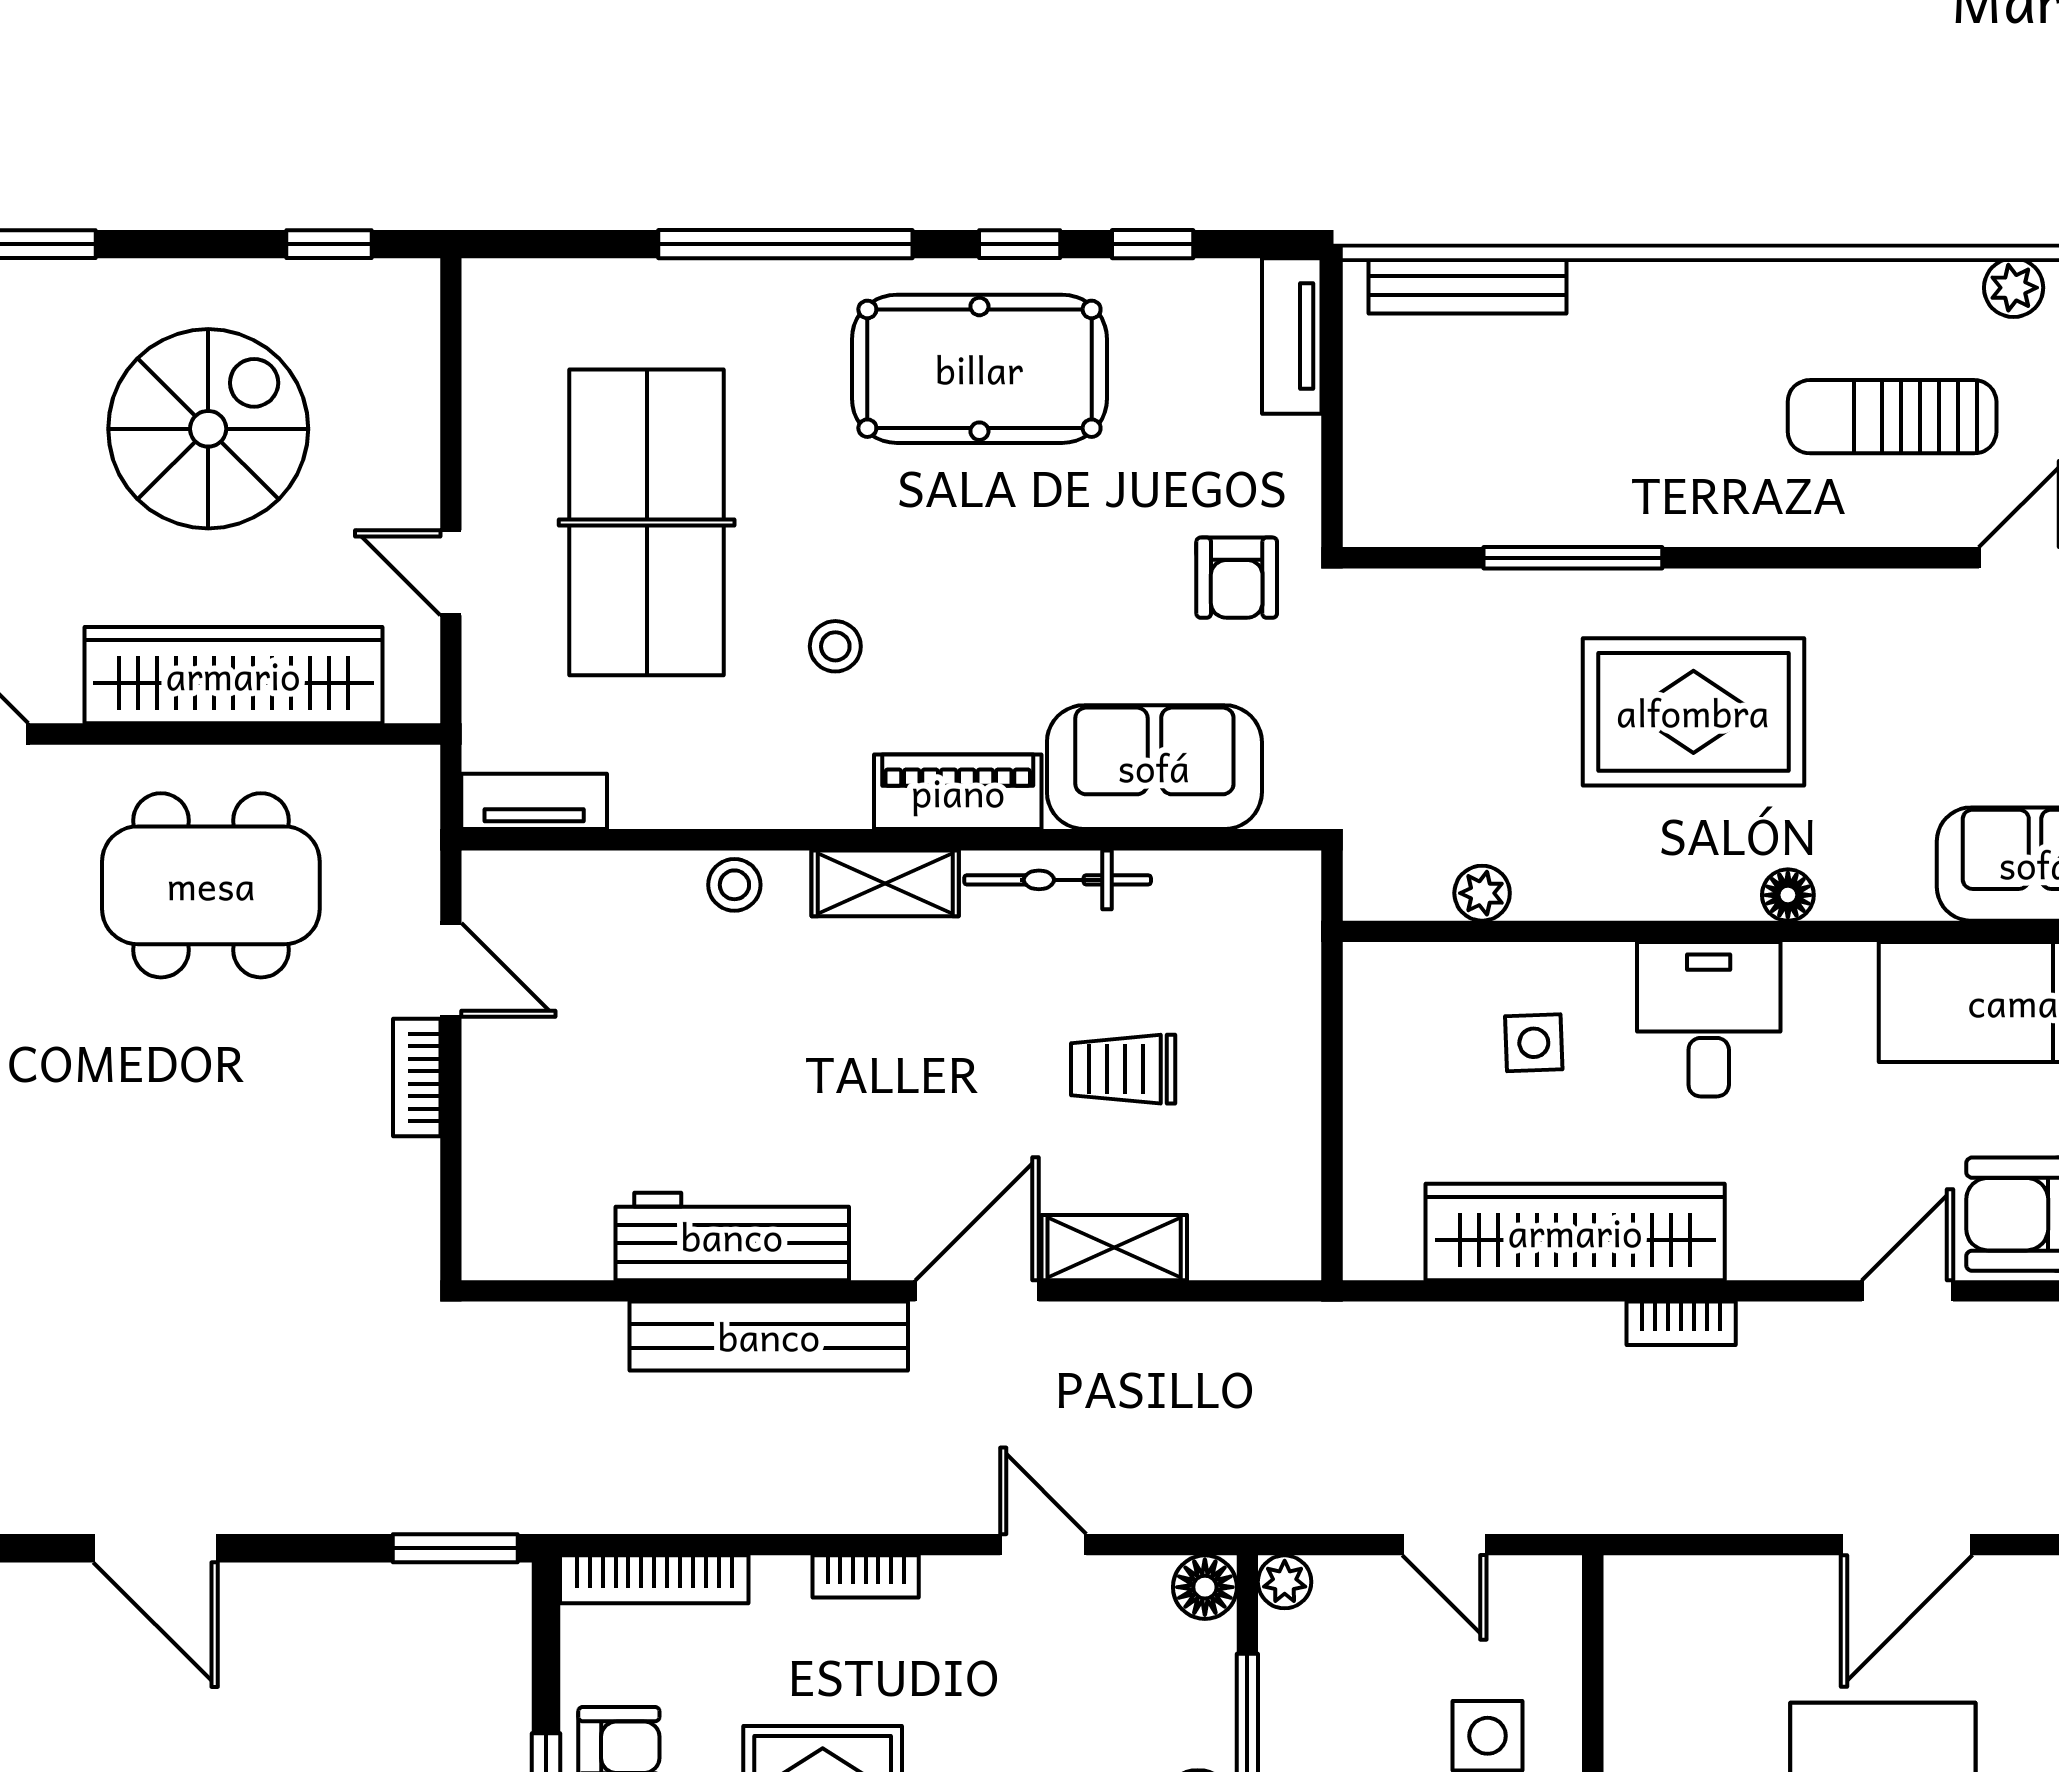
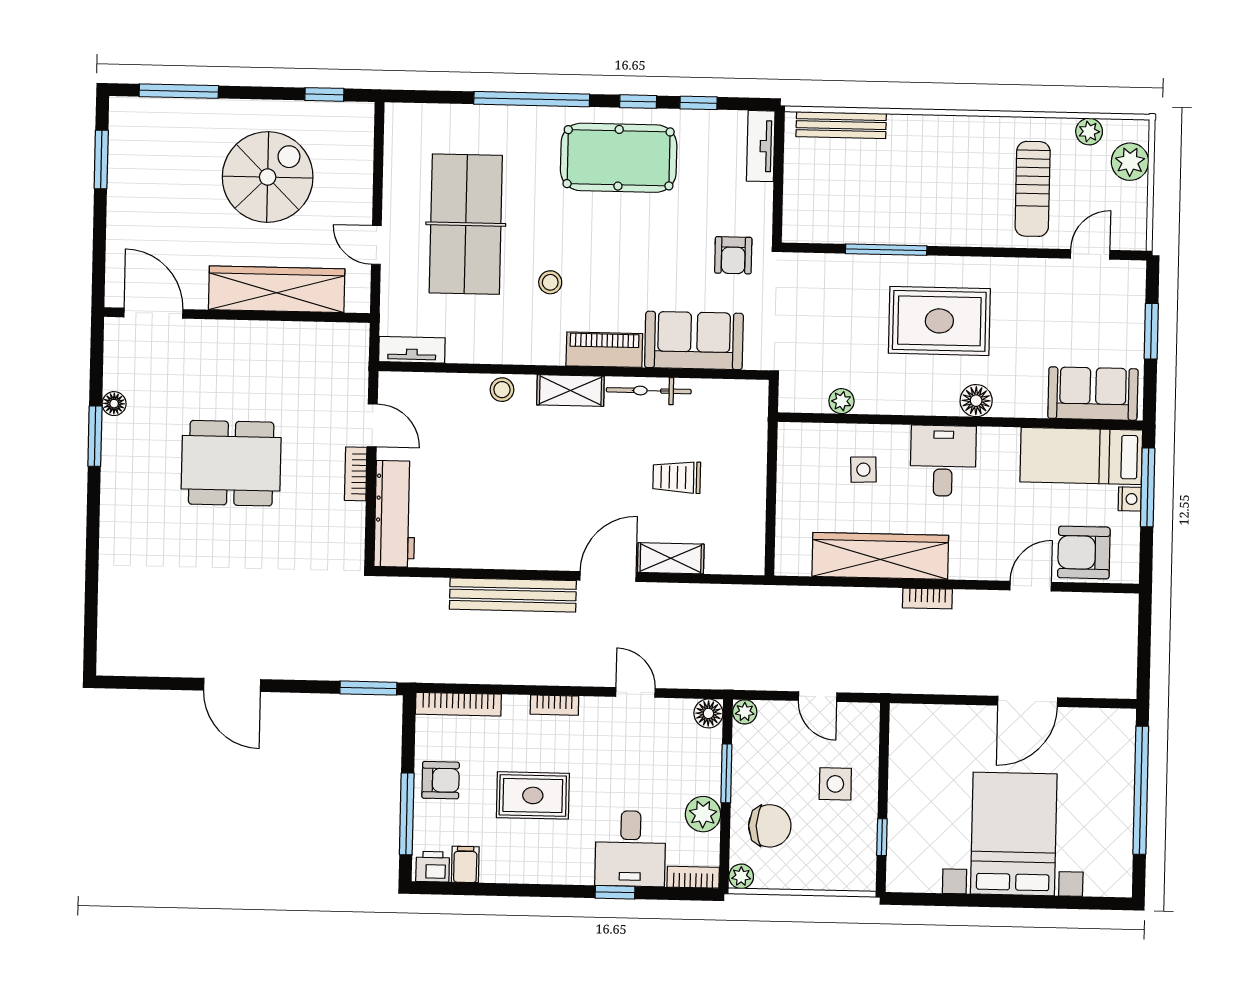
sun lounger: (1892, 417) -> (1033, 189), turned -90
dining table: (211, 885) -> (231, 463), moved
floor lamp: (1788, 895) -> (976, 401), width x1.37, depth x1.37
workbench: (732, 1236) -> (395, 514), moved, turned 90

